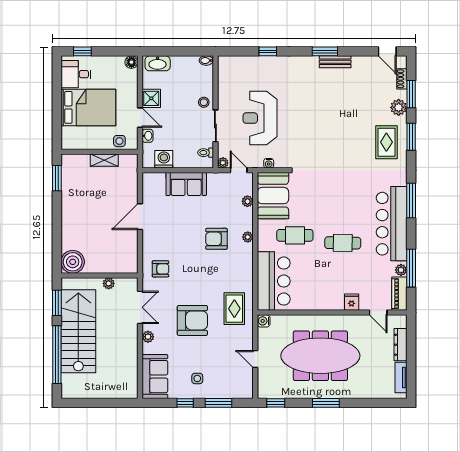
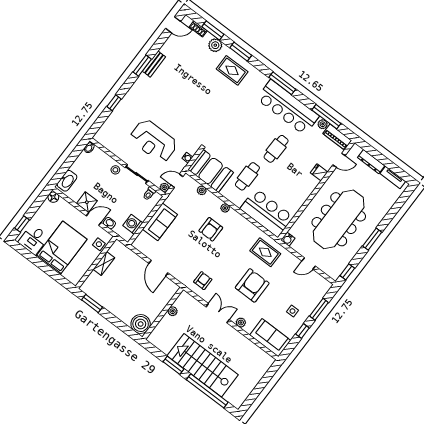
boiler: (73, 262) -> (141, 324), moved
wall: (99, 276) -> (163, 313), moved
plant: (109, 283) -> (173, 311), moved

